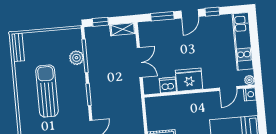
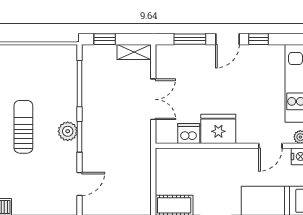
plant: (76, 58) -> (68, 131), moved
sun lounger: (47, 91) -> (23, 127), width x0.73, depth x0.75

